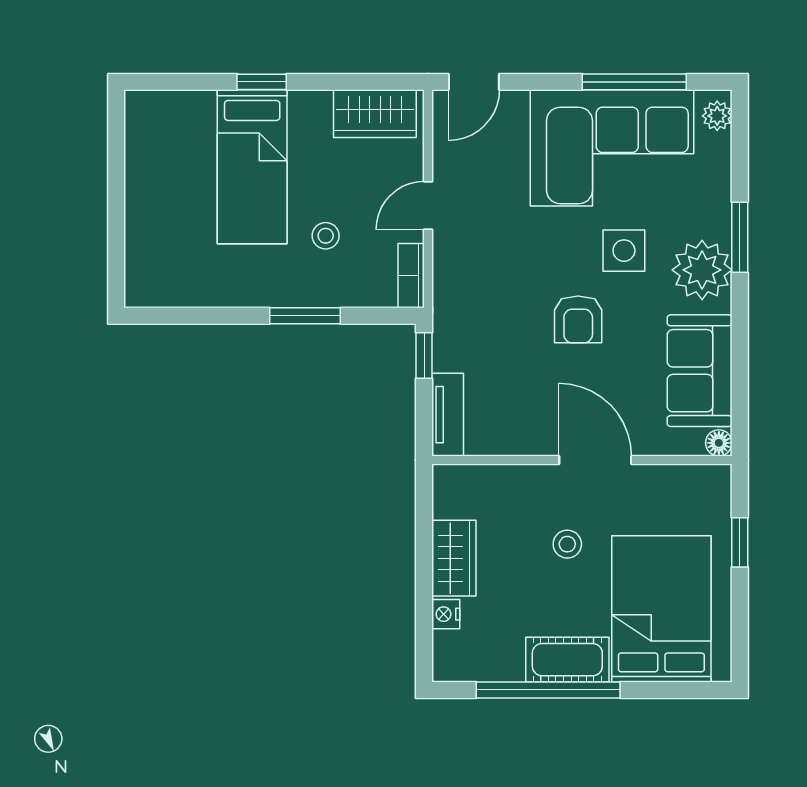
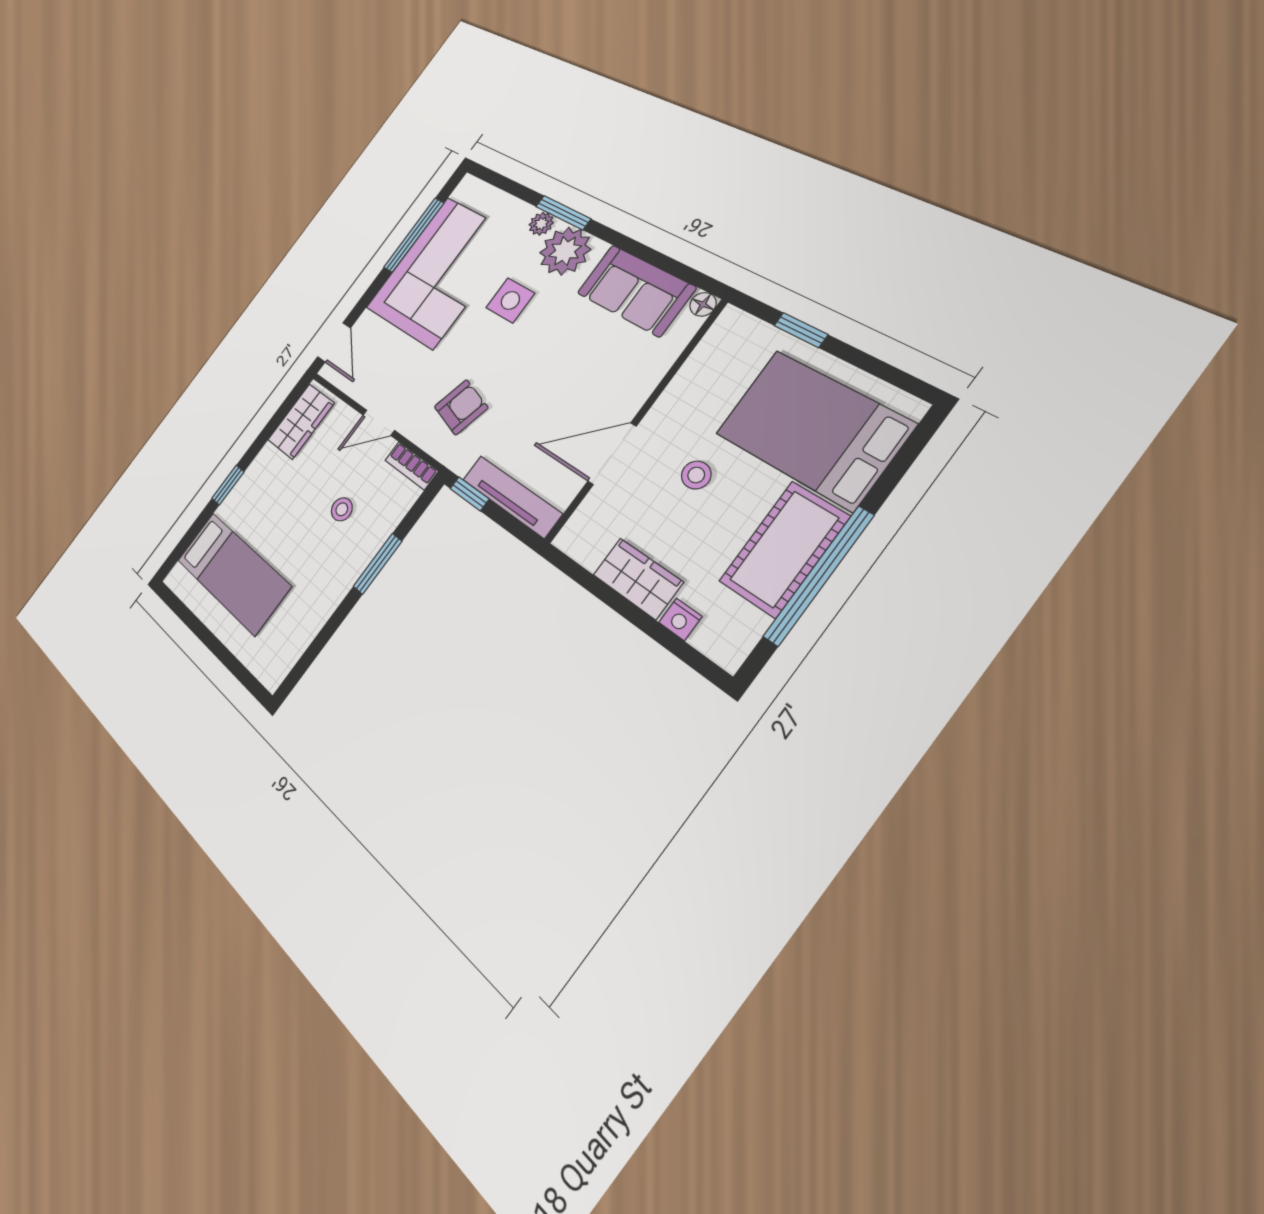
plant: (717, 116) -> (541, 224), moved
bed: (252, 167) -> (233, 573), moved
door: (428, 205) -> (379, 423), hinge flipped
armchair: (578, 319) -> (461, 407), moved, turned -74
tv unit: (448, 415) -> (512, 496), width x1.41
door: (595, 460) -> (612, 454), moved
cot: (567, 660) -> (784, 549), width x1.37, depth x1.34

